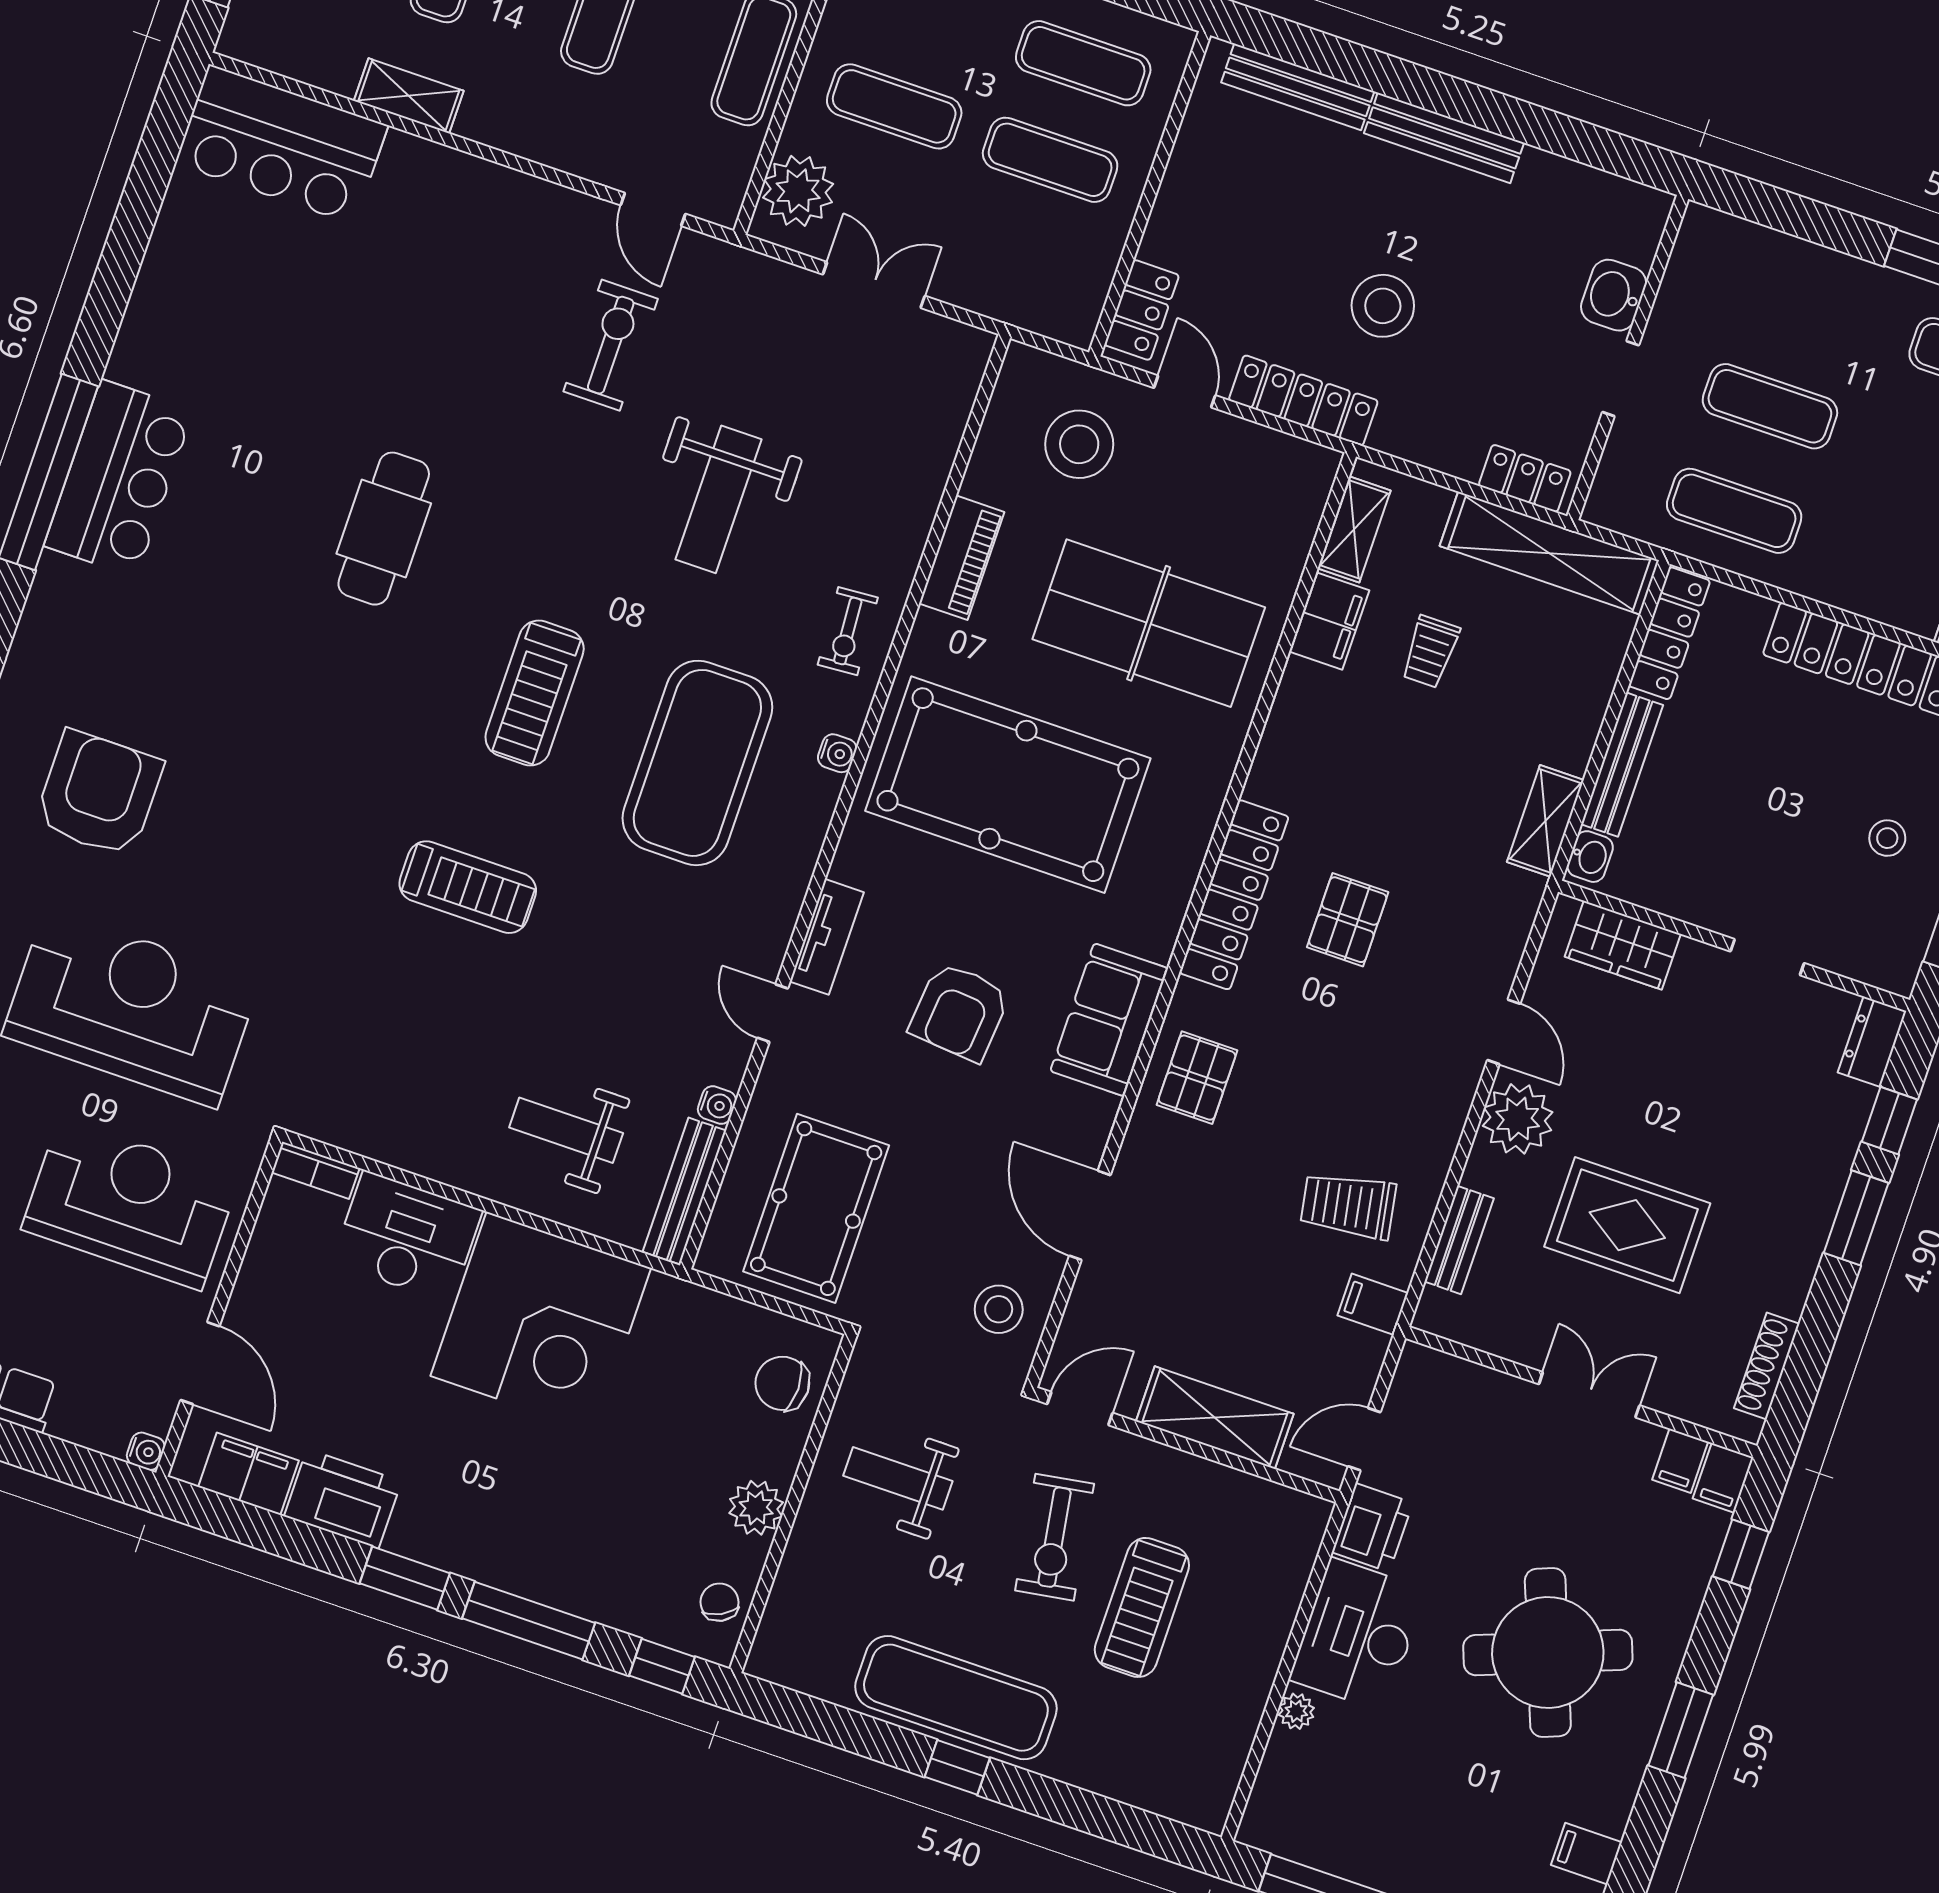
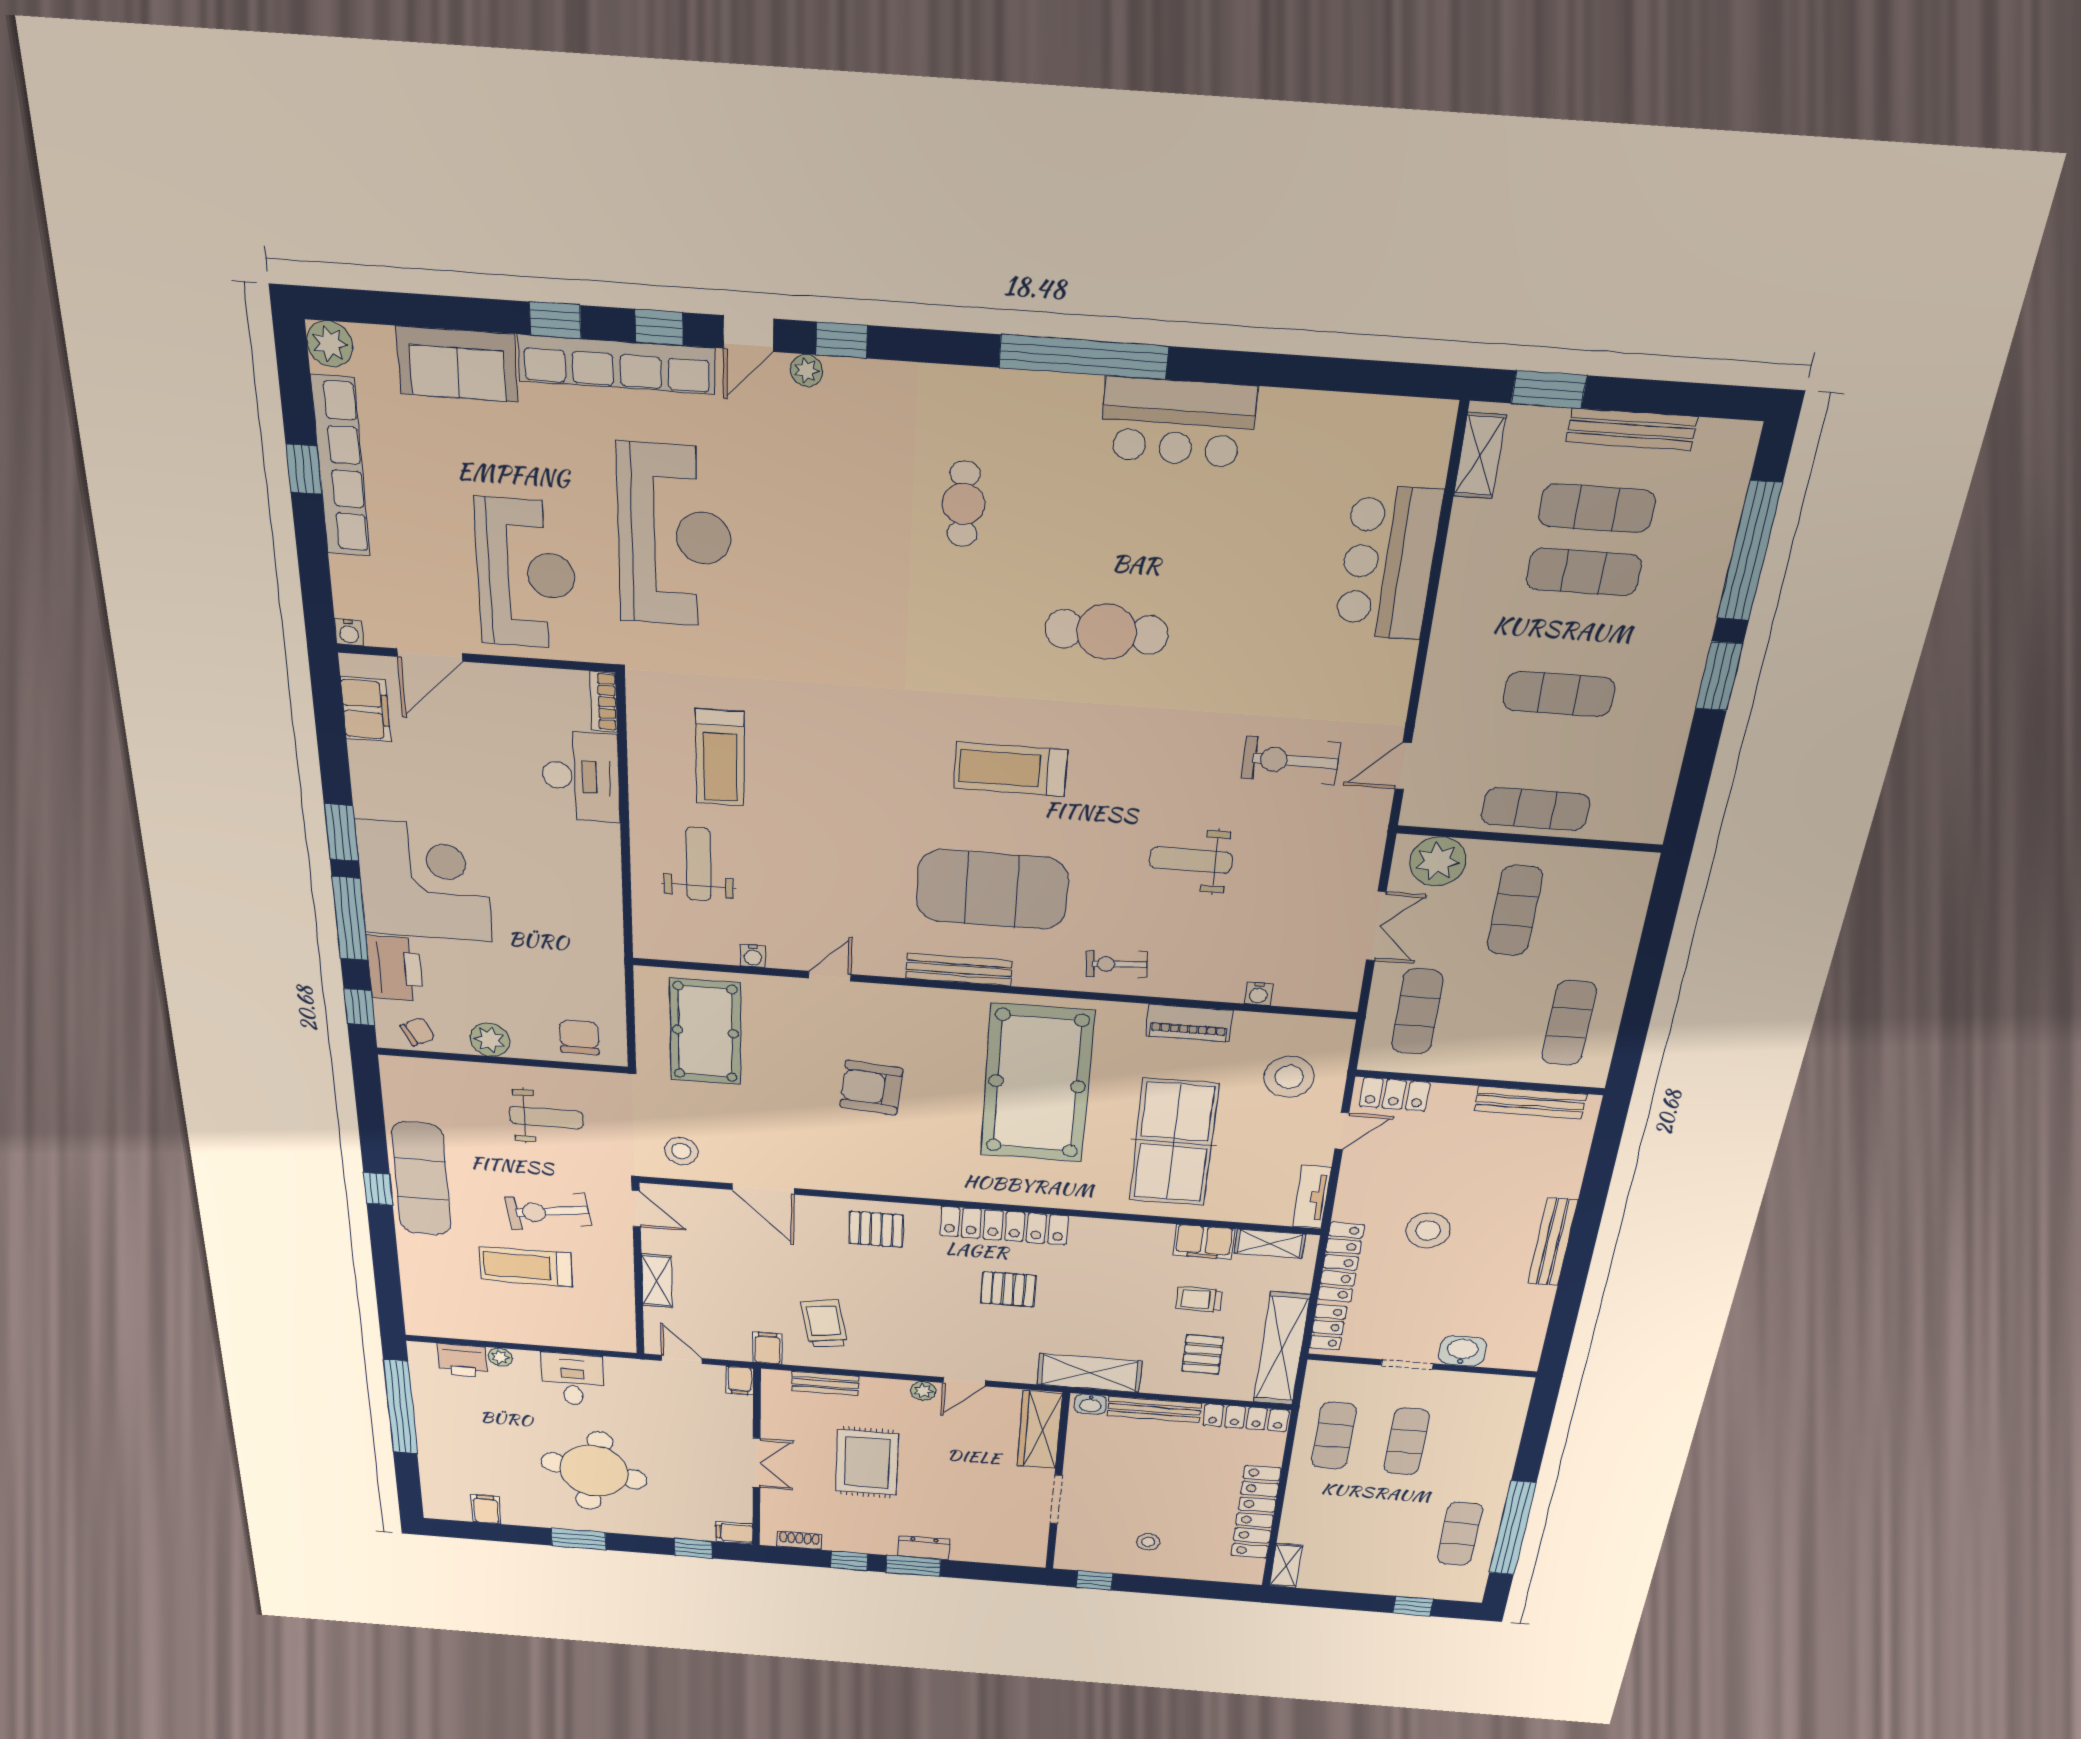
bench: (1298, 87) -> (1530, 1103), moved, turned 90
shelving: (409, 96) -> (1480, 456), moved
bar counter: (281, 144) -> (1388, 563), moved
exercise mat: (1050, 160) -> (1417, 1012), moved
exercise bike: (611, 345) -> (1291, 761), turned 180
locker: (1303, 400) -> (1341, 1262), moved
bar counter: (119, 478) -> (1178, 422), moved
weight bench: (719, 499) -> (1191, 860), width x0.73, depth x0.75
cafe table: (182, 655) -> (964, 504), added
pallet: (1533, 670) -> (1203, 1355), added
water cooler: (837, 753) -> (1259, 994), moved
armchair: (99, 794) -> (833, 467), removed
shelving: (1545, 821) -> (1089, 1373), width x1.50, depth x1.33
treadmill: (468, 887) -> (720, 758), moved
tv unit: (827, 937) -> (1312, 1197), moved, turned 90
wardrobe: (1623, 945) -> (1040, 1430), width x1.50
doorway: (1767, 957) -> (1056, 1499), width x1.38
sofa: (1109, 1020) -> (897, 1174), removed
dresser: (1872, 1042) -> (924, 1548), moved
plant: (1518, 1119) -> (923, 1391), width x0.53, depth x0.53
window: (1889, 1121) -> (849, 1561), moved
bench: (684, 1191) -> (959, 970), moved
pool table: (816, 1208) -> (705, 1032), turned 90
door: (1090, 1216) -> (763, 1189), swing flipped
corner desk: (541, 1322) -> (424, 881), moved, turned 180
shoe rack: (1767, 1366) -> (799, 1540), width x0.70
shelving: (1215, 1418) -> (657, 1281), width x0.67, depth x0.75
filing cabinet: (1680, 1461) -> (740, 1381), moved, turned -90
weight bench: (898, 1478) -> (546, 1117), turned 90
printer: (343, 1499) -> (395, 968), moved
printer: (1372, 1527) -> (463, 1360), moved
desk: (1358, 1635) -> (573, 1379), width x0.73
round table: (1548, 1652) -> (594, 1471), turned 31

